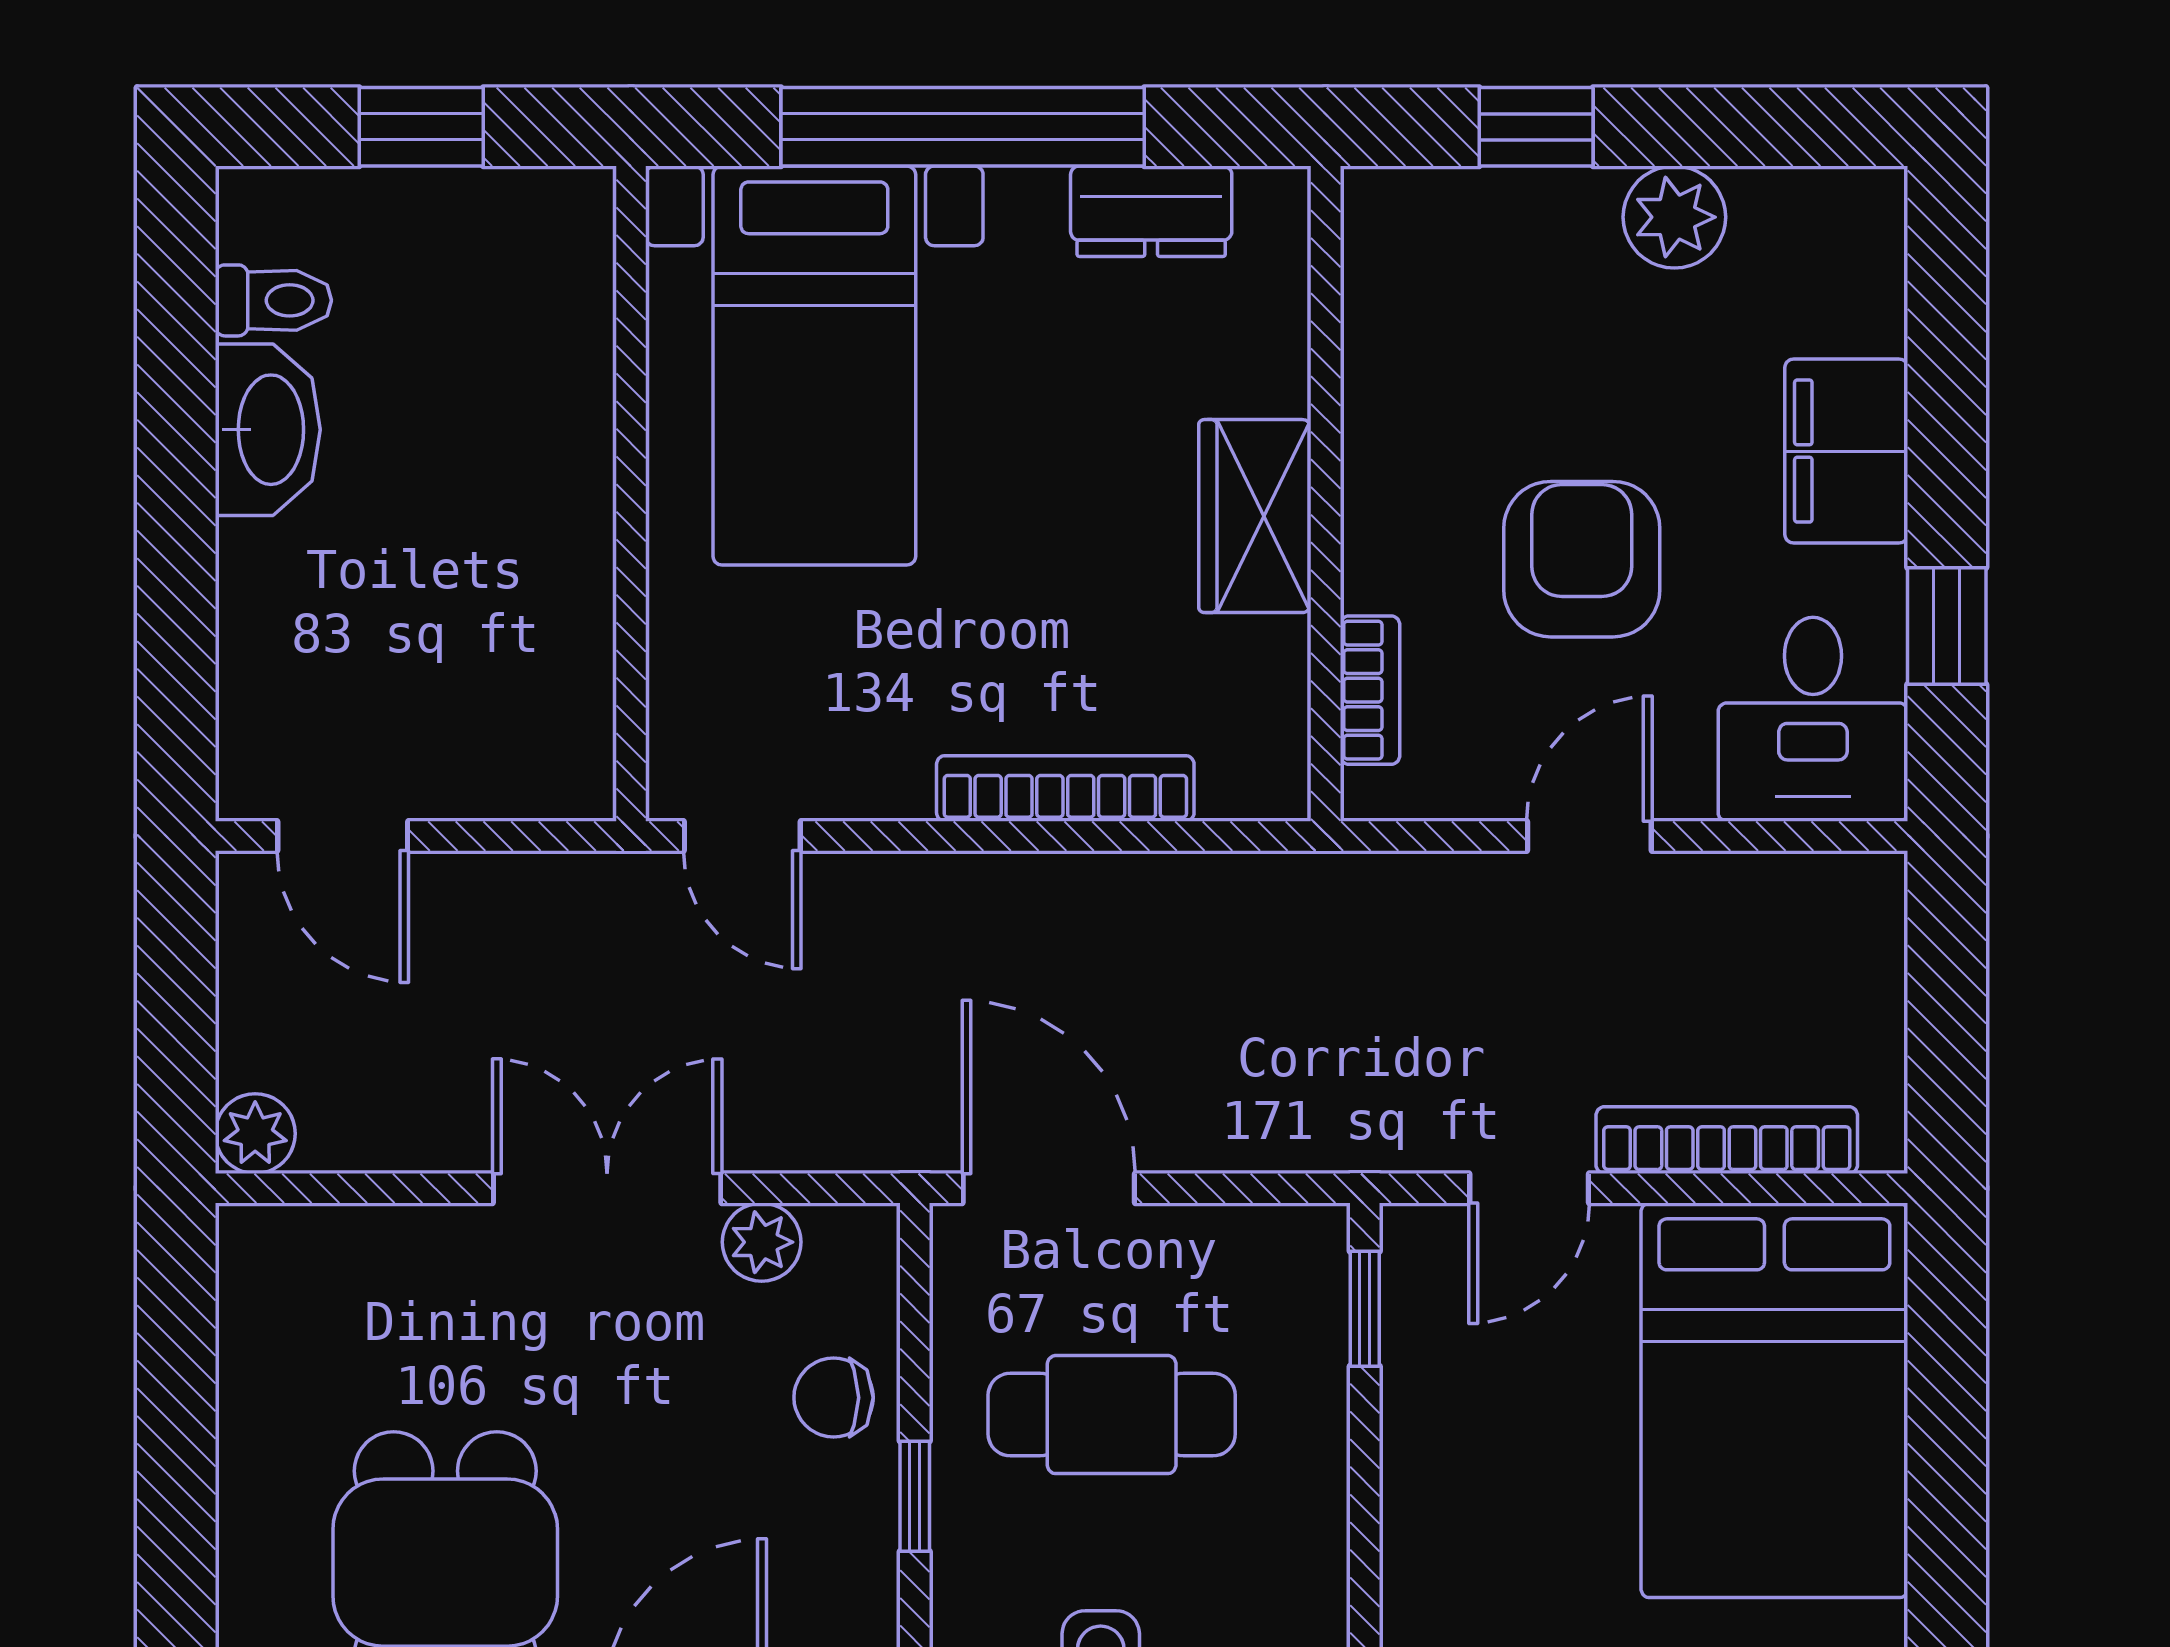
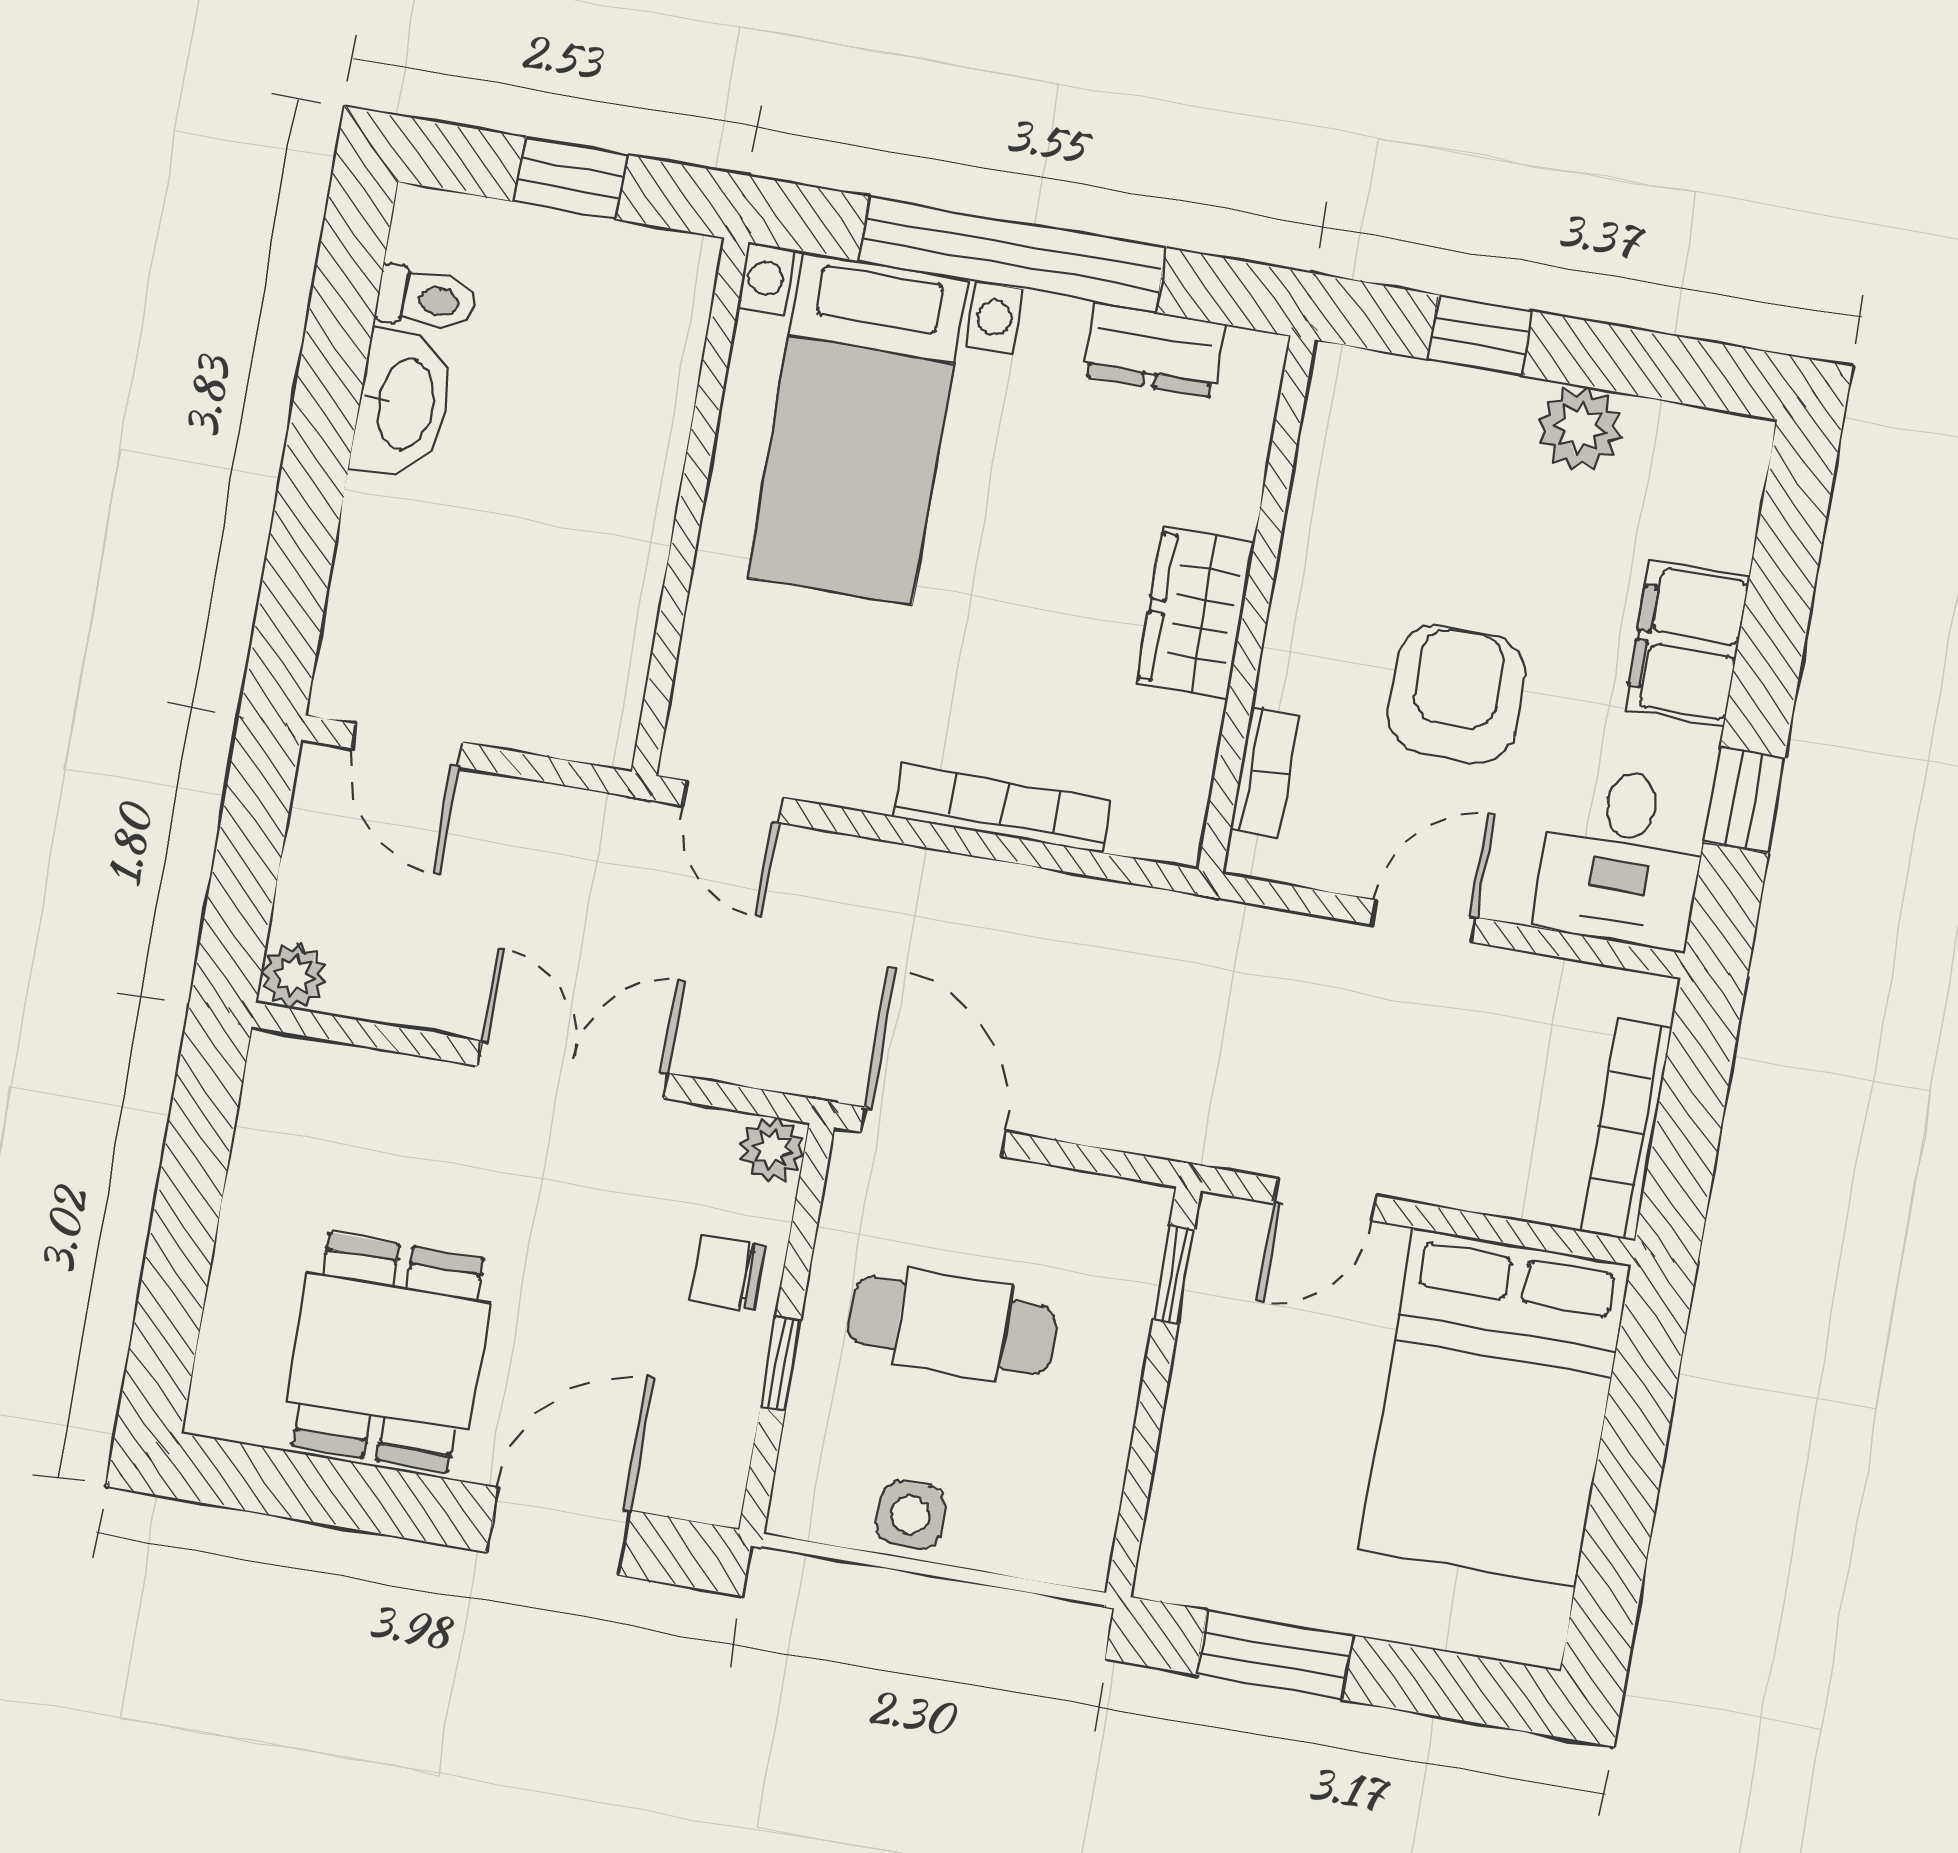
bookcase: (1727, 1140) -> (1626, 1130), moved, turned -90
plant: (762, 1242) -> (772, 1149), moved

